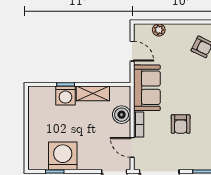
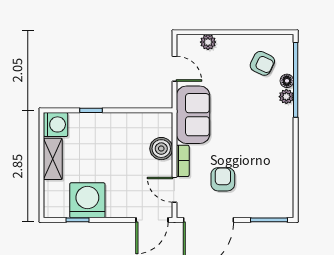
shelving: (93, 93) -> (53, 159), moved, turned 90
washing machine: (65, 96) -> (56, 124), moved, turned -90
armchair: (181, 124) -> (223, 179), moved, turned 180

